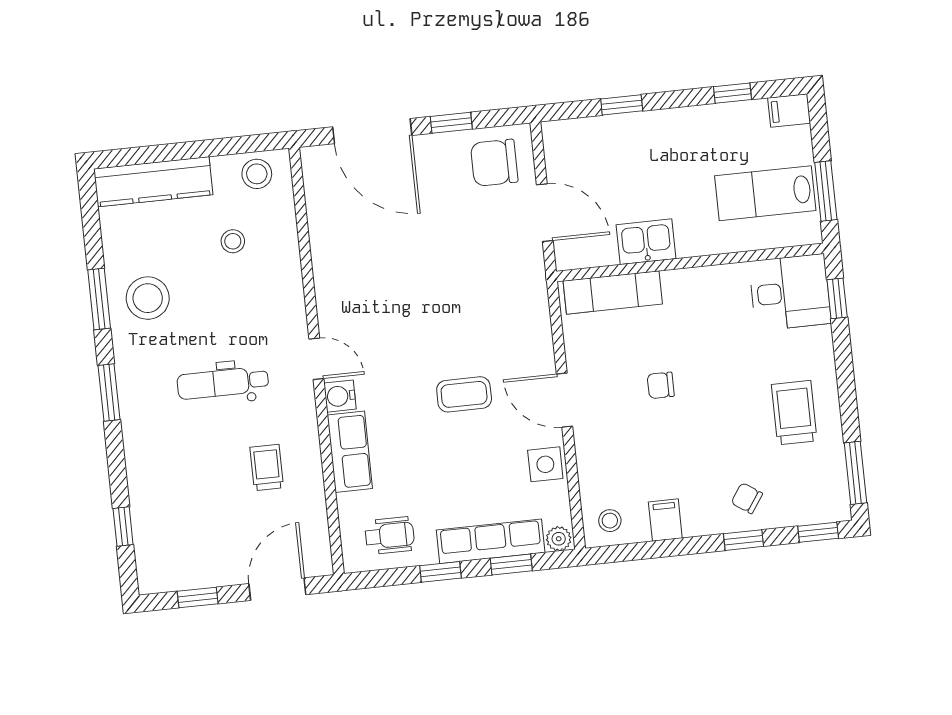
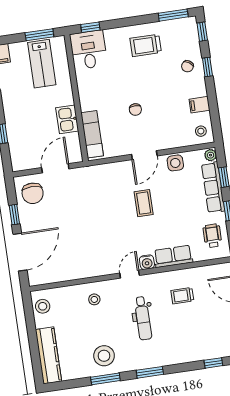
stool: (233, 241) -> (94, 299), moved

